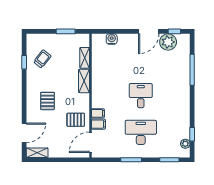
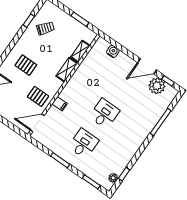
pallet: (47, 101) -> (26, 65), turned 90
filing cabinet: (98, 124) -> (54, 113), removed
desk: (141, 132) -> (84, 144), width x0.73

